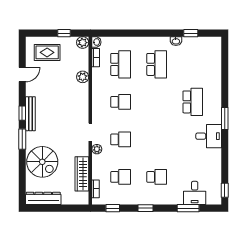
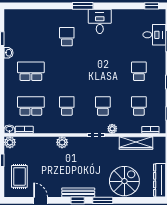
plant: (83, 77) -> (62, 142), moved
school desk: (193, 102) -> (67, 37), width x0.54

